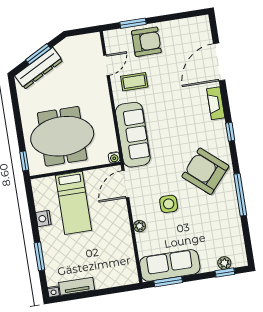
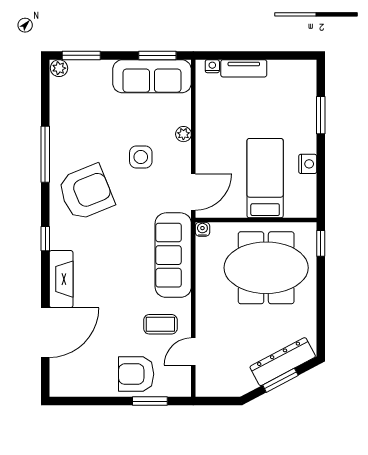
fireplace: (216, 103) -> (61, 279), width x1.37, depth x1.32
armchair: (205, 171) -> (86, 192), turned -63
plant: (224, 263) -> (59, 68), moved
window: (225, 273) -> (81, 55), width x1.50
tv unit: (77, 286) -> (244, 68), moved
nightstand: (53, 292) -> (212, 66), moved

